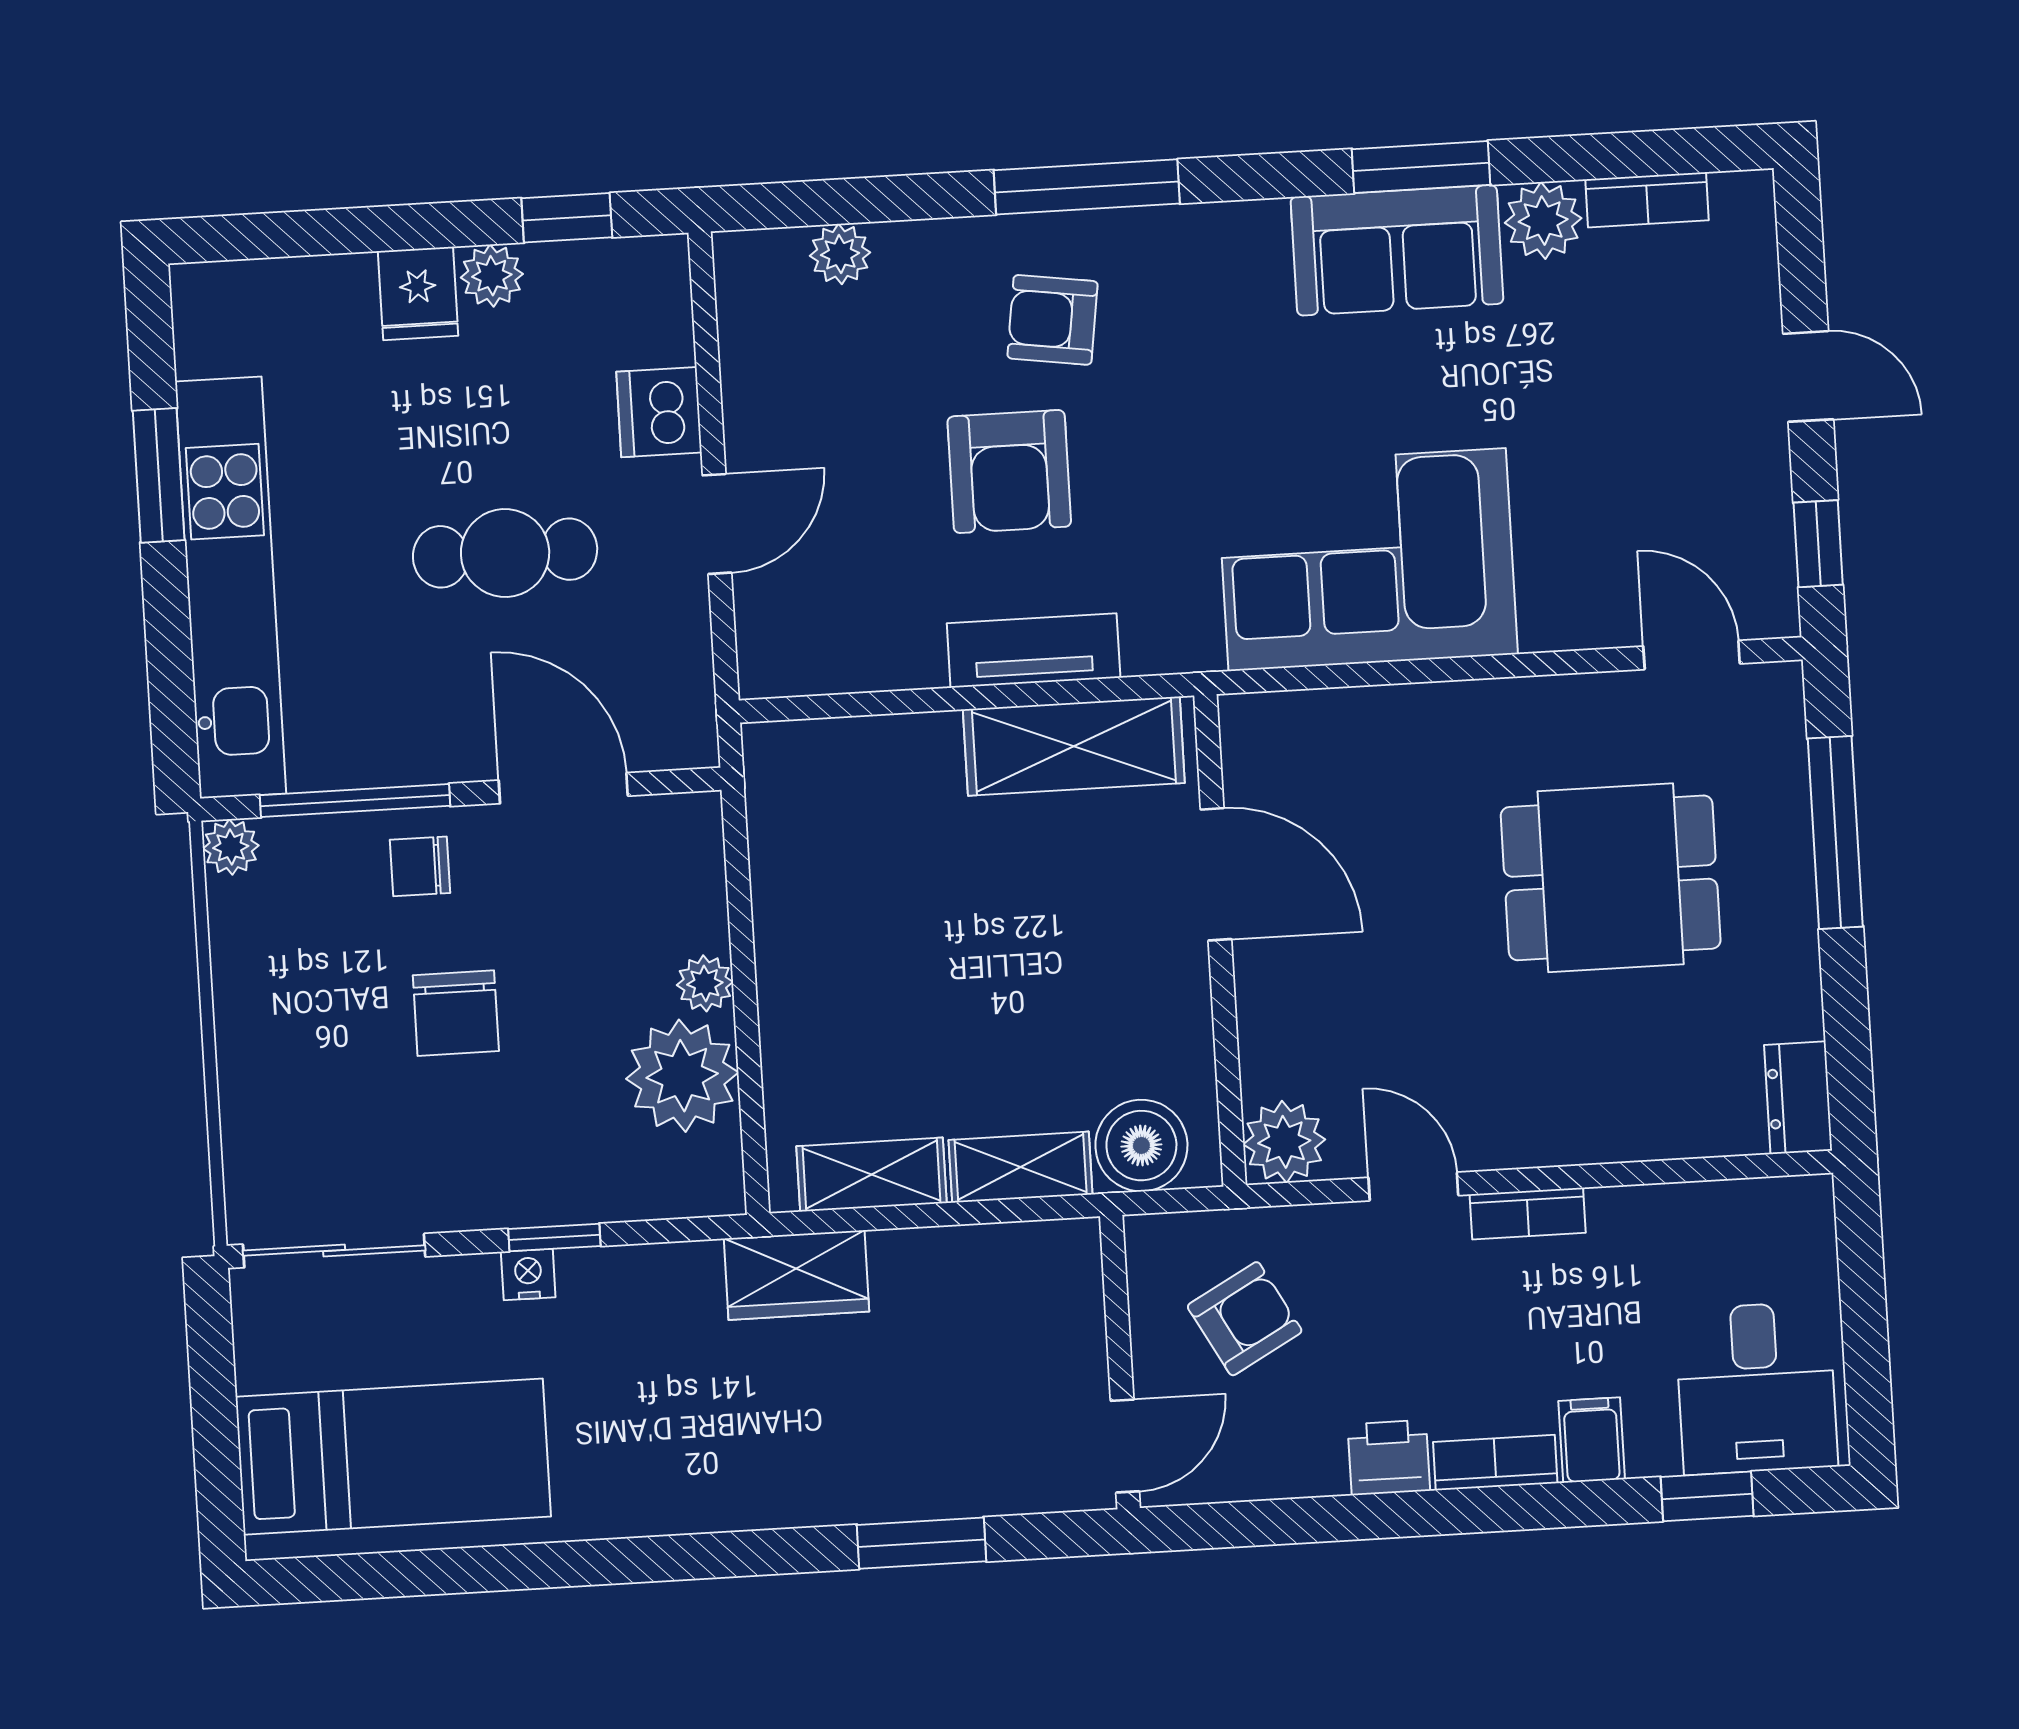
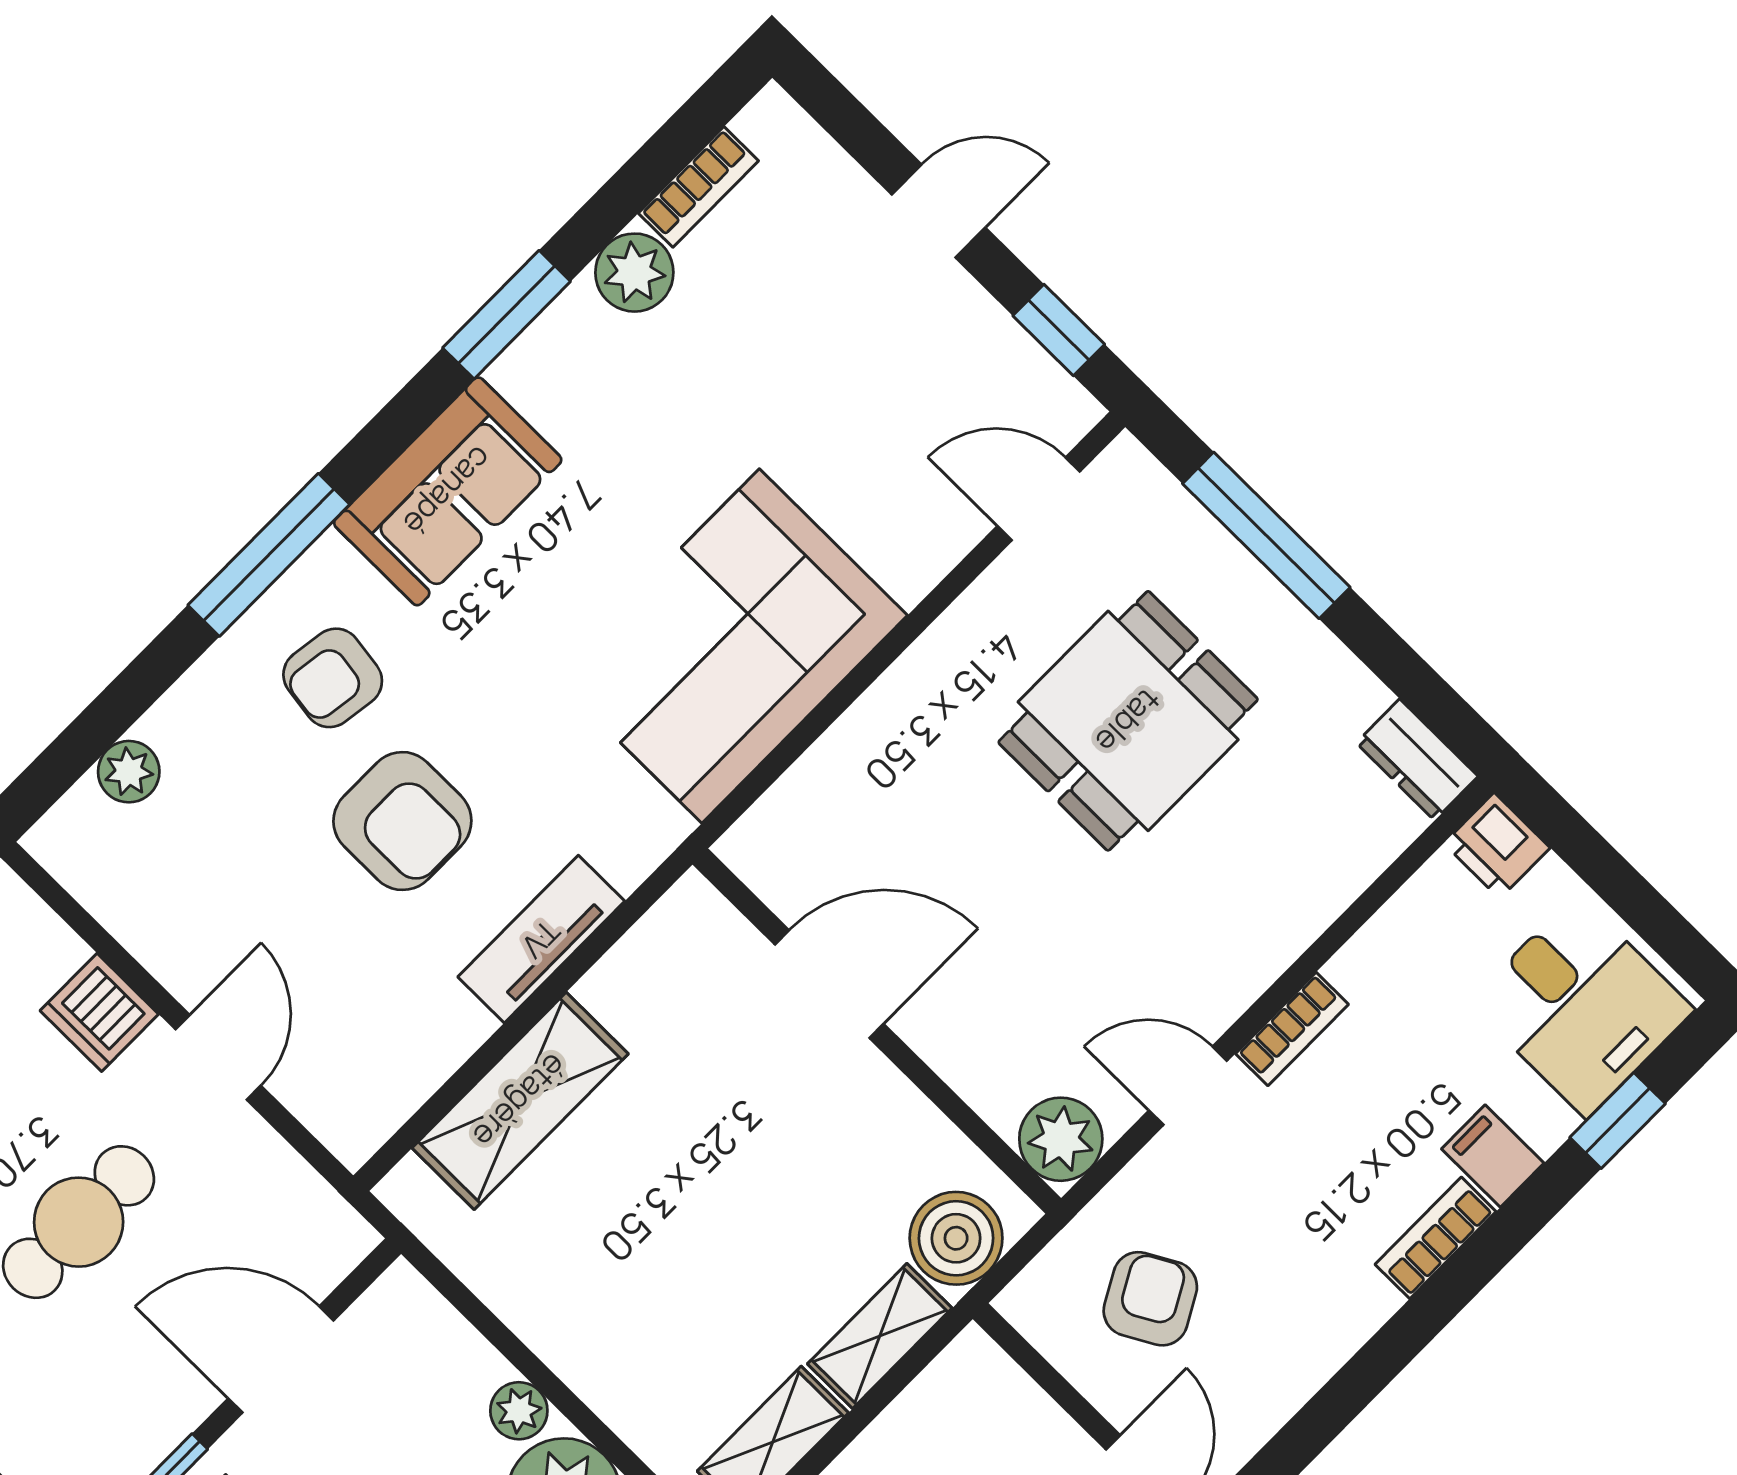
sofa: (1397, 250) -> (448, 491), moved
shelving: (1074, 746) -> (520, 1101), moved
printer: (1389, 1458) -> (1497, 846), moved, turned -90

